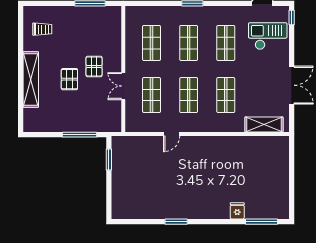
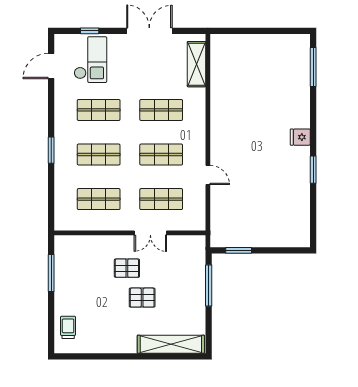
window: (292, 17) -> (90, 31), moved
trolley: (42, 29) -> (68, 327), moved
checkout: (268, 36) -> (90, 60), turned 180
shelving: (31, 80) -> (171, 344), moved
fridge: (237, 211) -> (300, 137), moved

